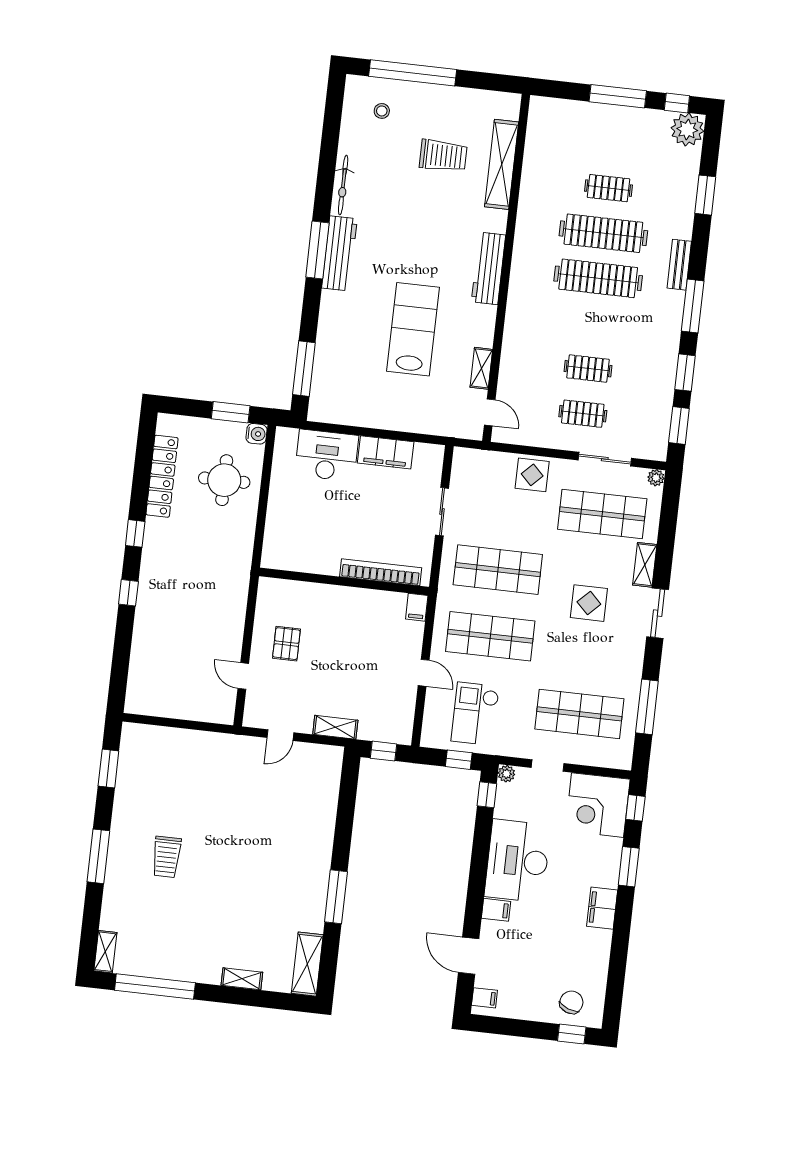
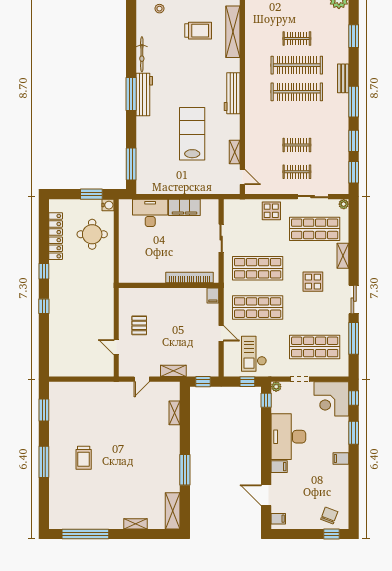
sliding door: (658, 613) -> (354, 300), moved
filing cabinet: (602, 908) -> (341, 459), width x0.50
shelving: (105, 952) -> (175, 413), moved

